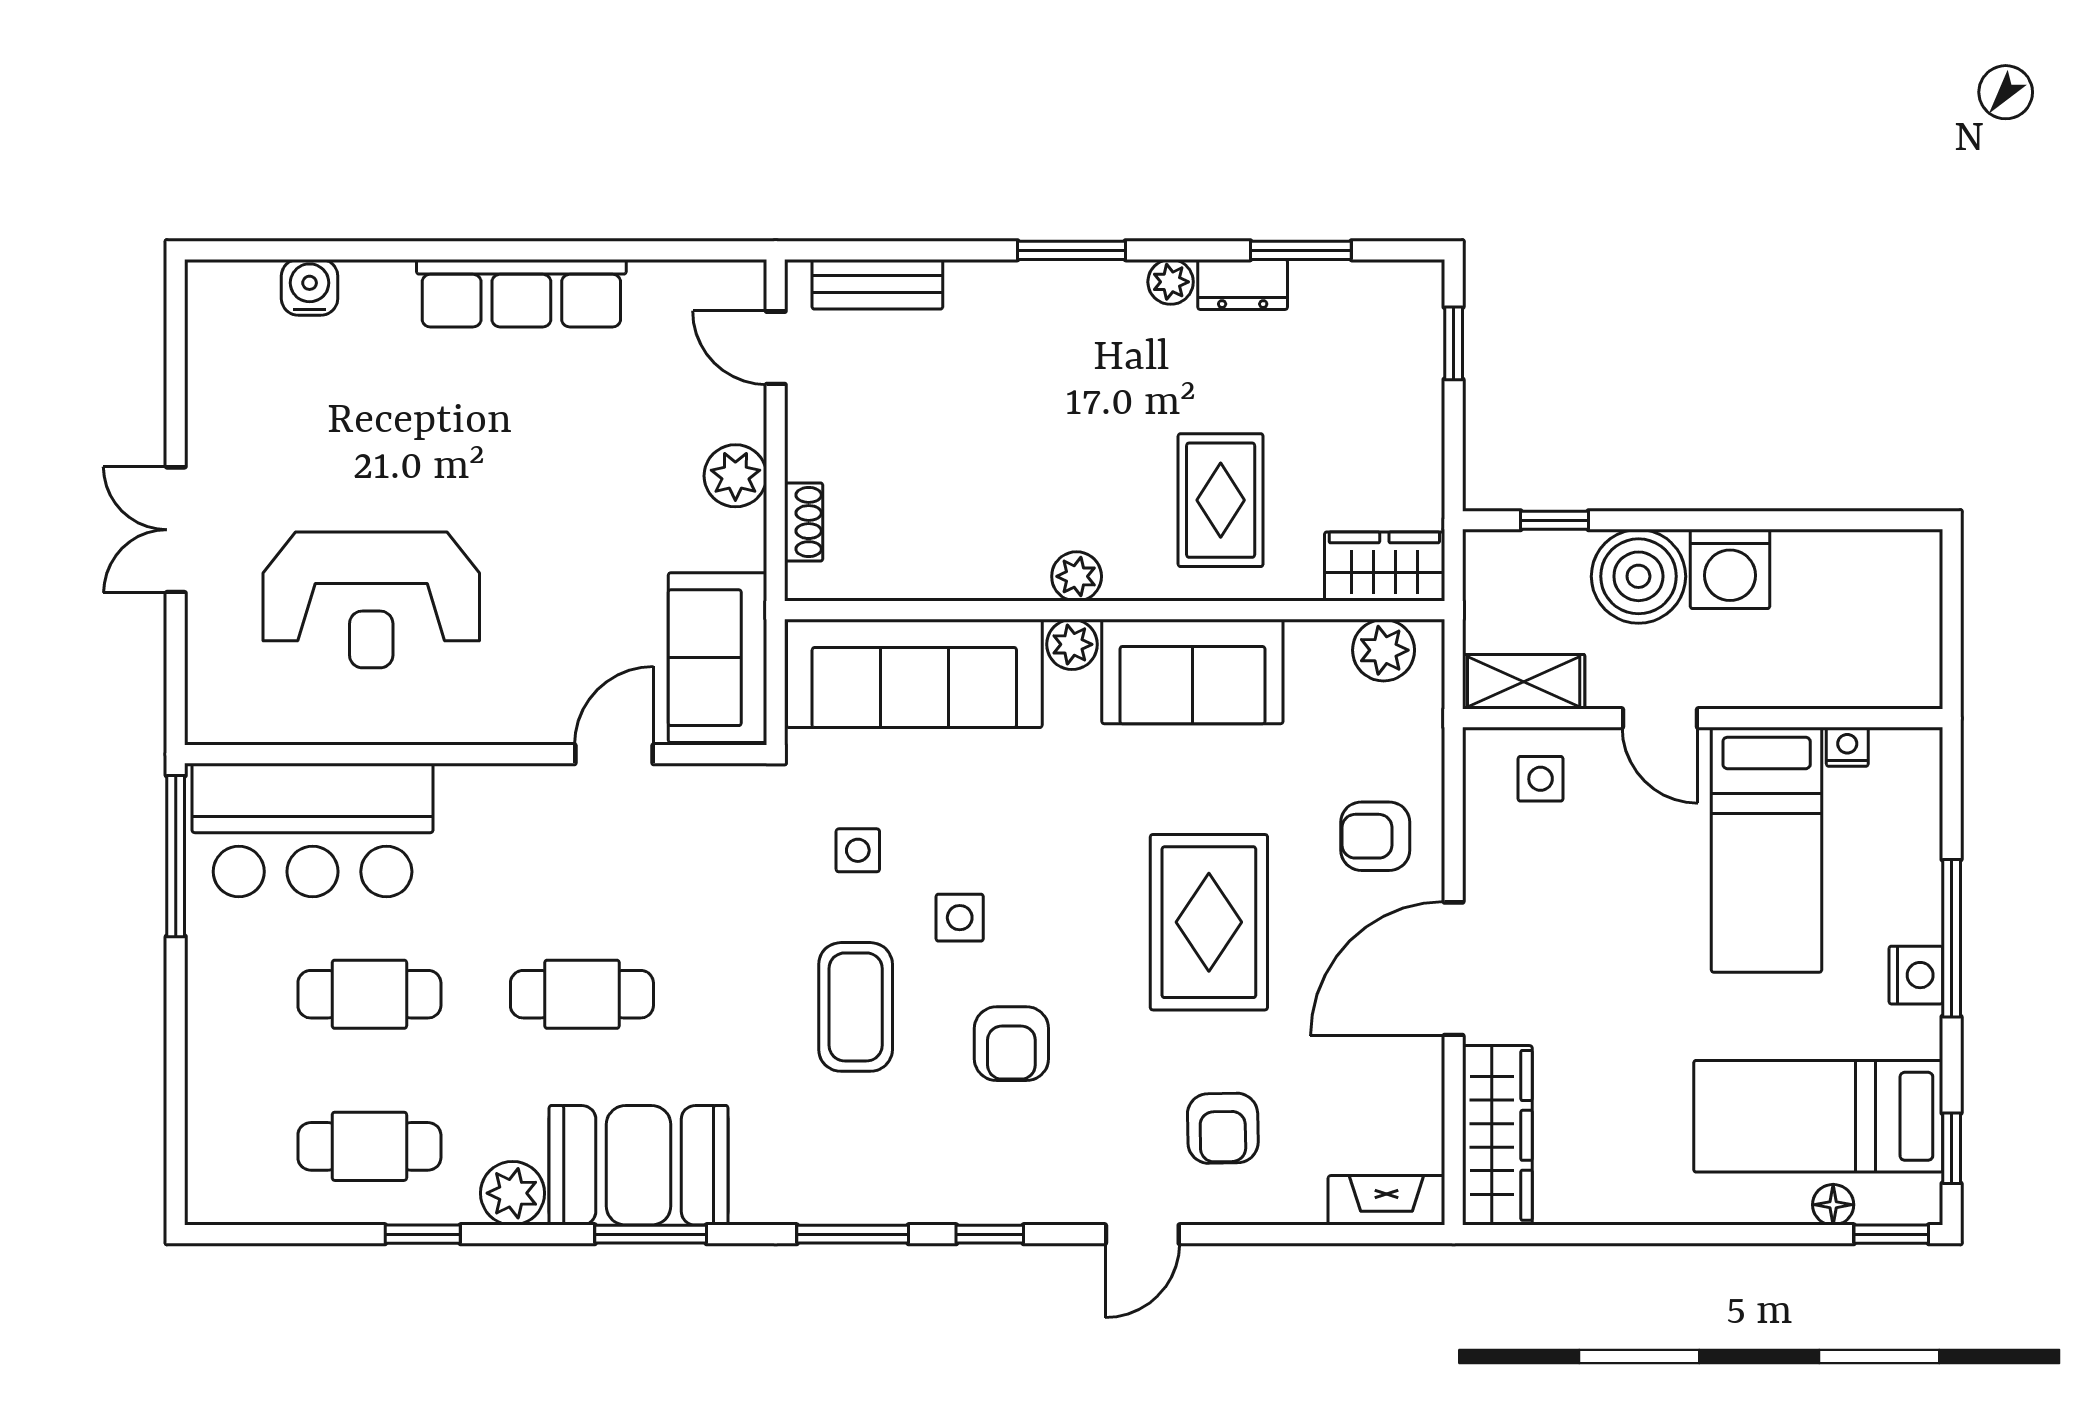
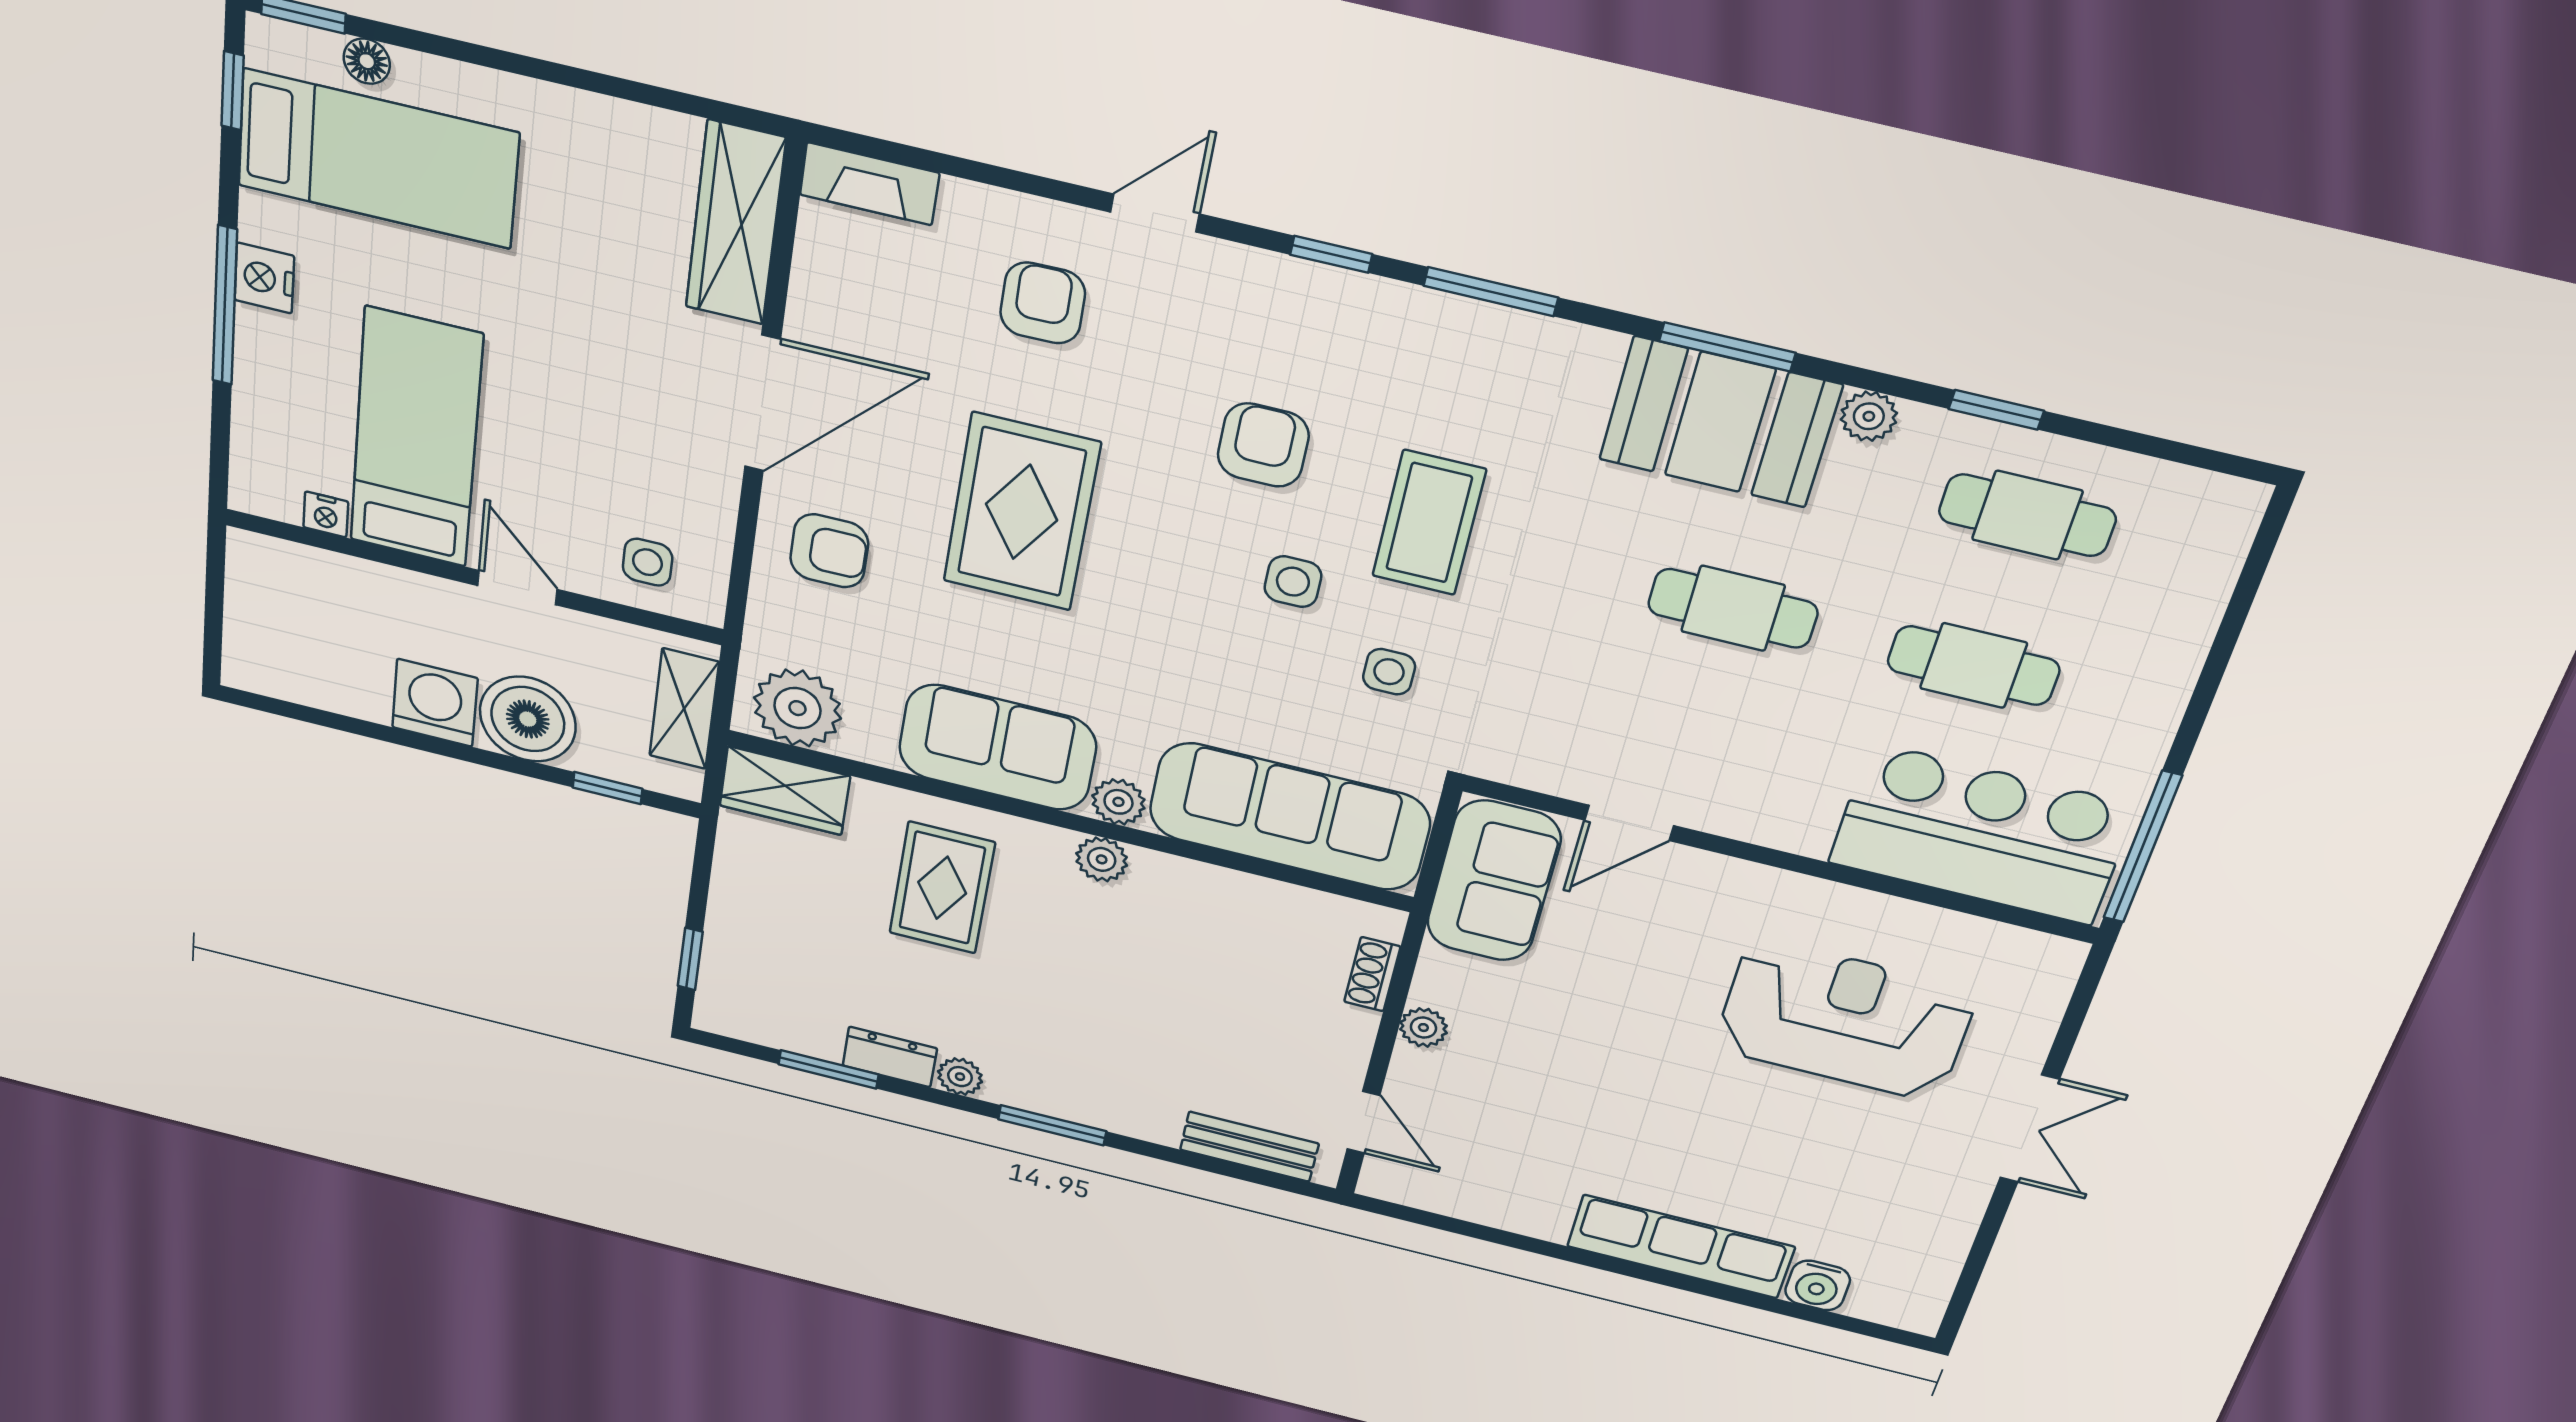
row of seats: (521, 293) -> (1681, 1247), moved
plant: (735, 476) -> (1423, 1028), width x0.73, depth x0.73
plant: (1384, 650) -> (797, 708), width x1.36, depth x1.36
shelving: (1524, 682) -> (684, 709), moved, turned 90
plant: (513, 1193) -> (1869, 416), width x0.73, depth x0.73

